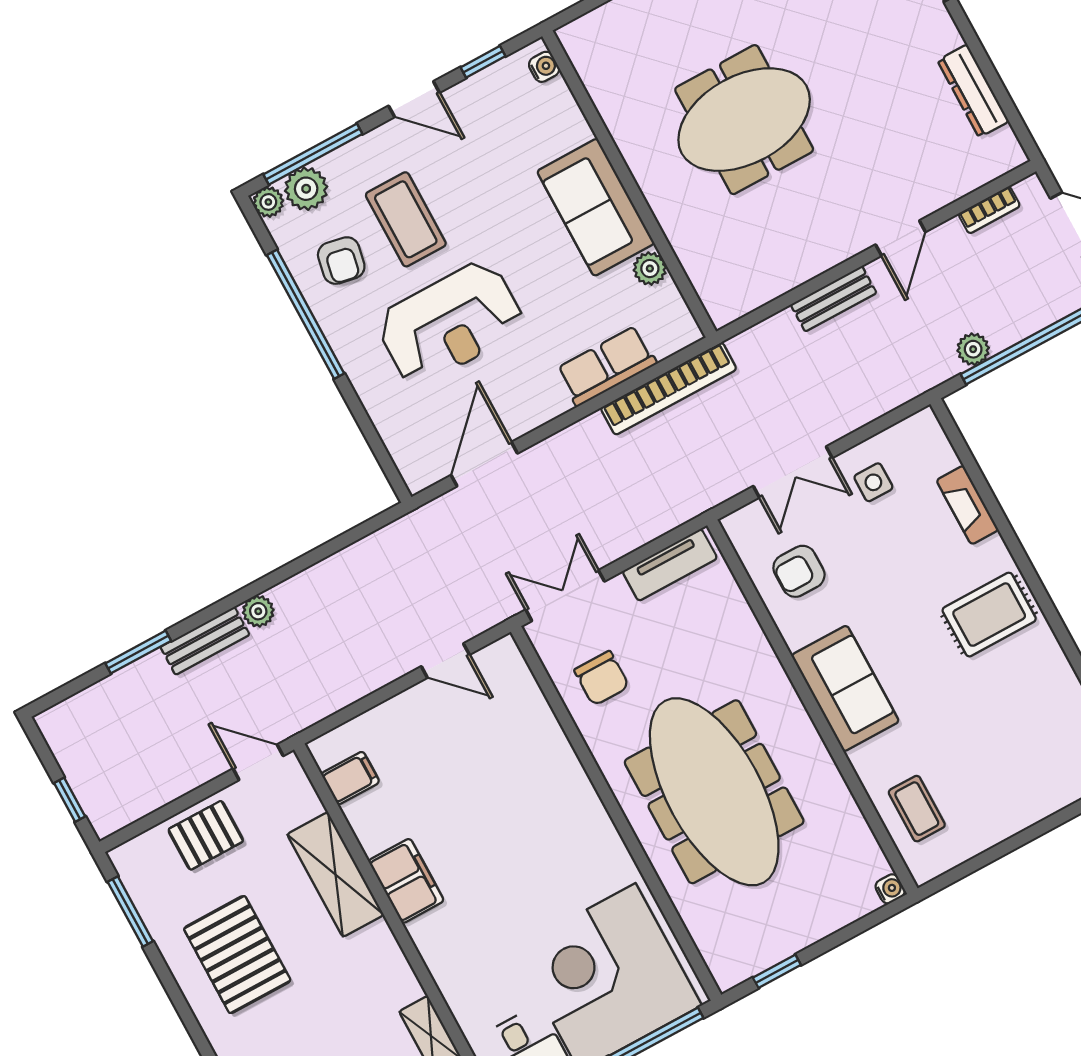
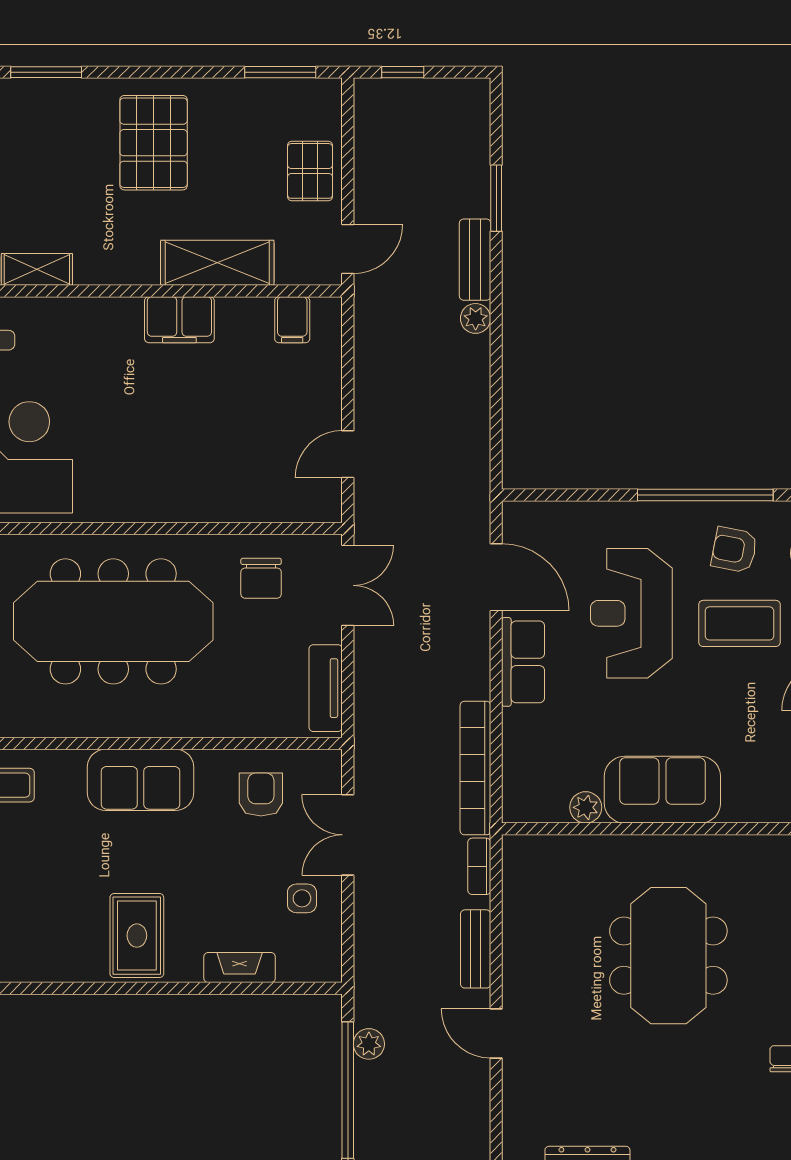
bookcase: (989, 210) -> (479, 866), moved
row of seats: (607, 366) -> (523, 662), moved
chair: (602, 678) -> (261, 578), turned -90
pallet: (237, 955) -> (154, 143), moved, turned 90

